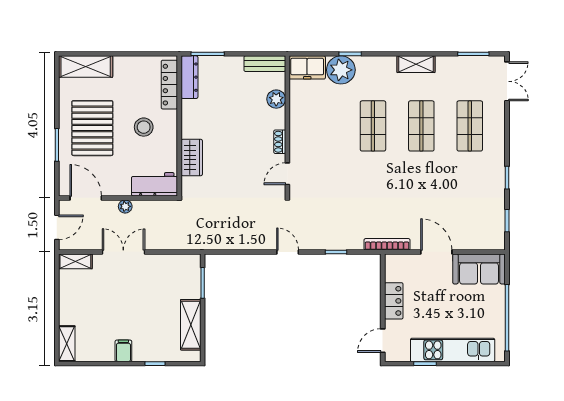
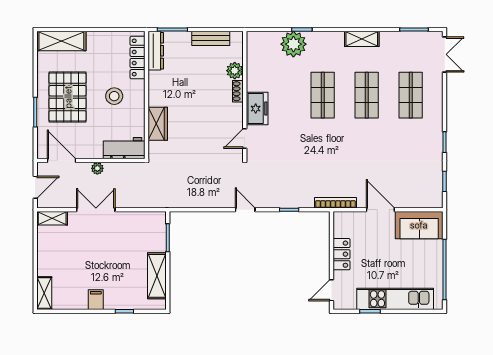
bench: (265, 64) -> (211, 38), moved
freezer: (307, 67) -> (257, 109), moved, turned -90
shoe rack: (280, 142) -> (238, 91), moved

